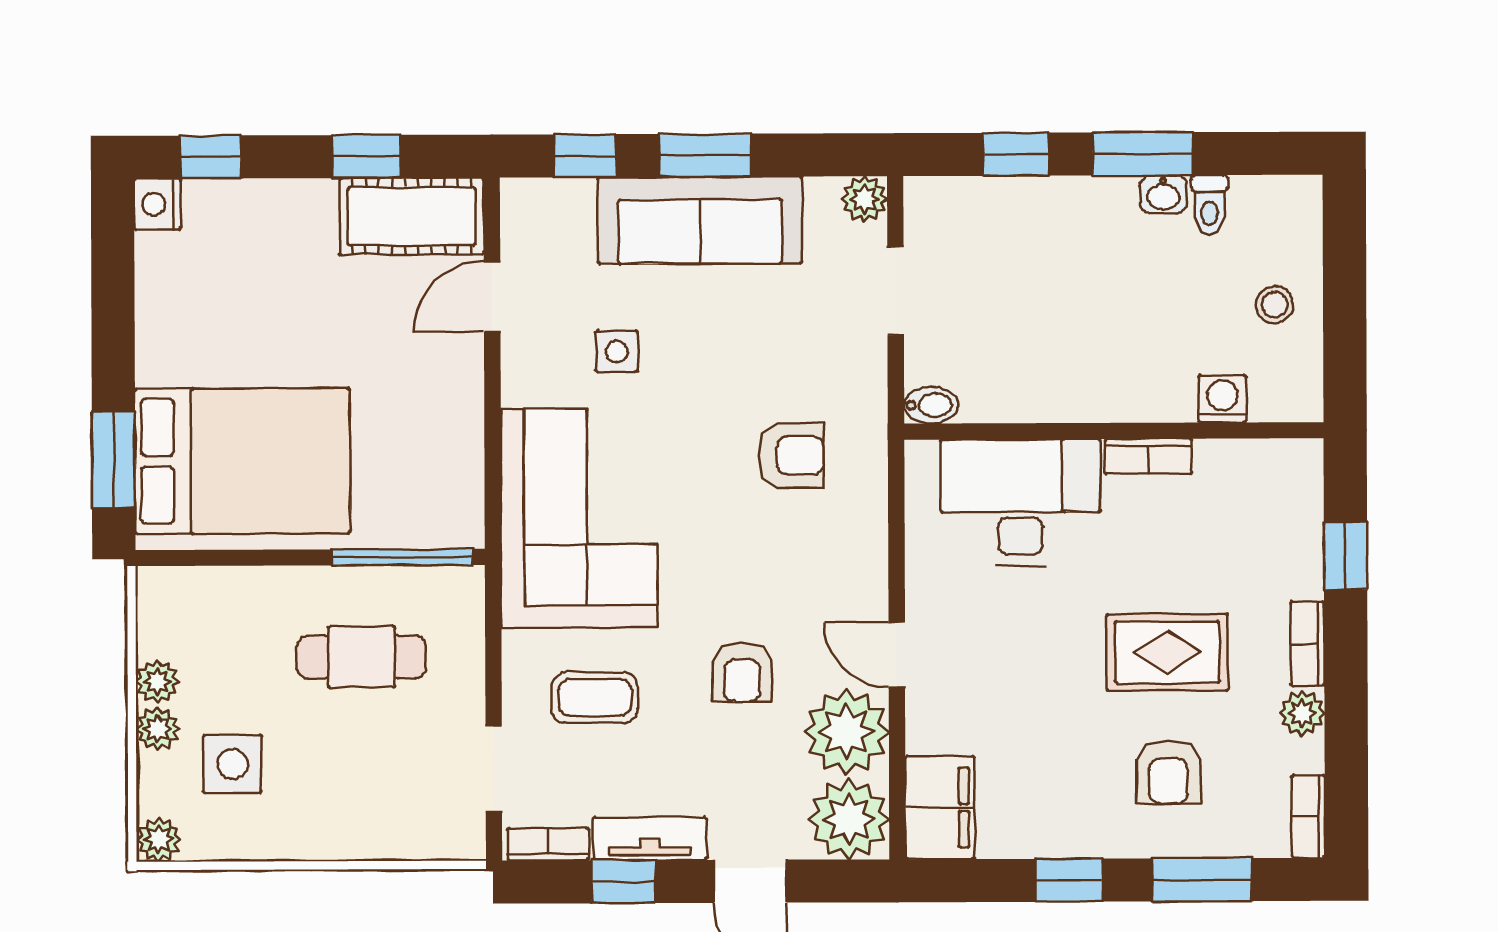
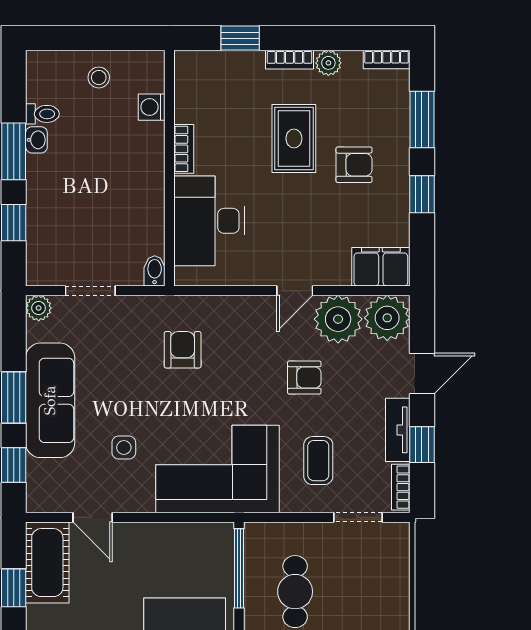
armchair: (1169, 772) -> (354, 165), moved

